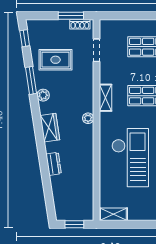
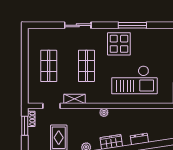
shelving: (106, 98) -> (74, 99), moved
checkout: (130, 158) -> (134, 80), turned 180

